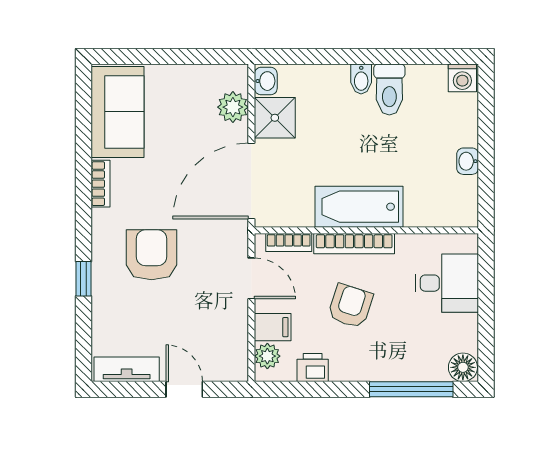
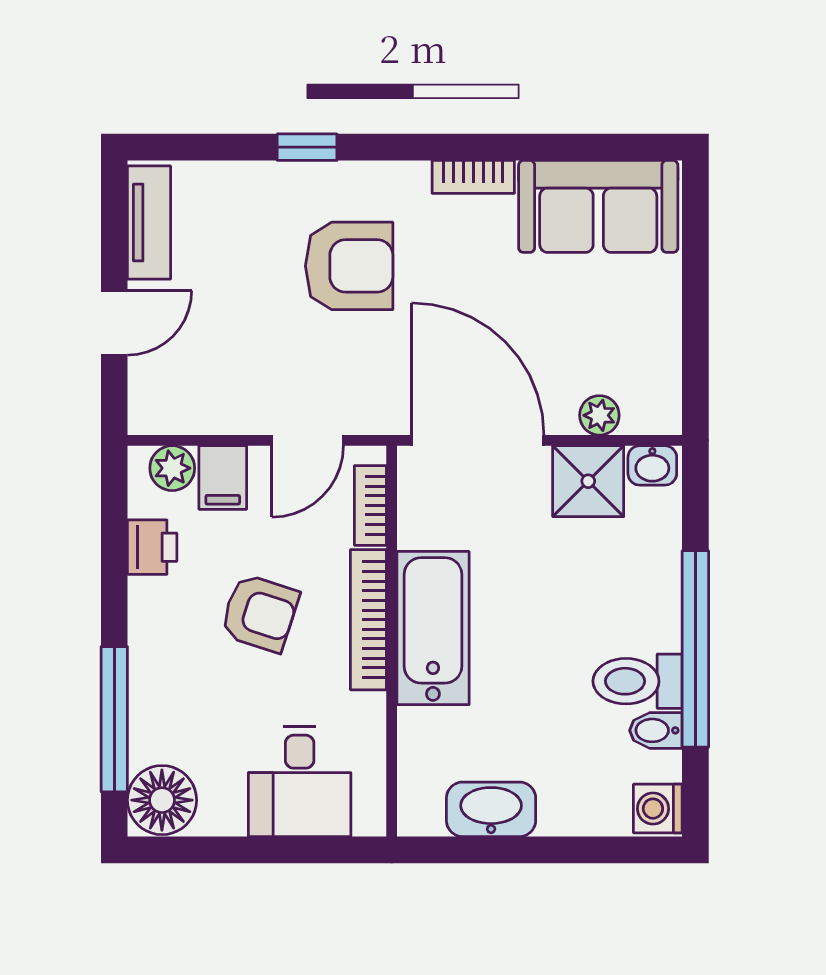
window: (371, 56) -> (695, 649), added
bidet: (361, 79) -> (656, 730), moved
plant: (233, 107) -> (599, 415), width x0.73, depth x0.73
washbasin: (468, 161) -> (491, 809), width x1.91, depth x1.45
floor lamp: (463, 367) -> (162, 800), width x1.38, depth x1.38

